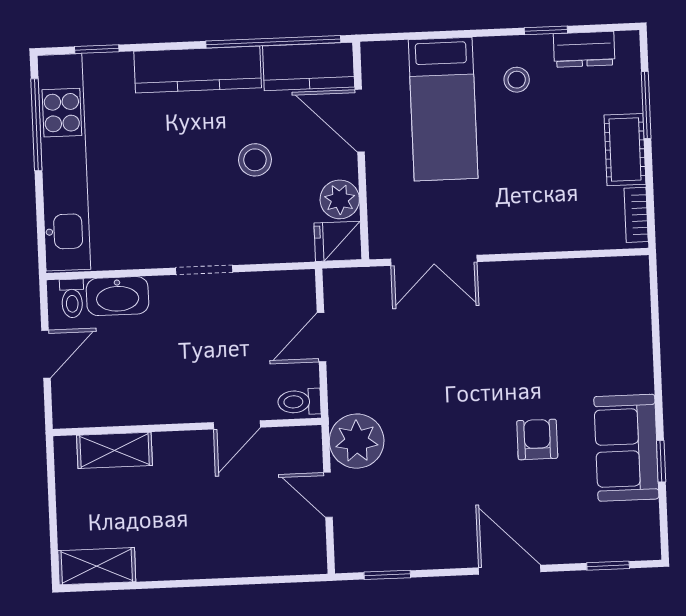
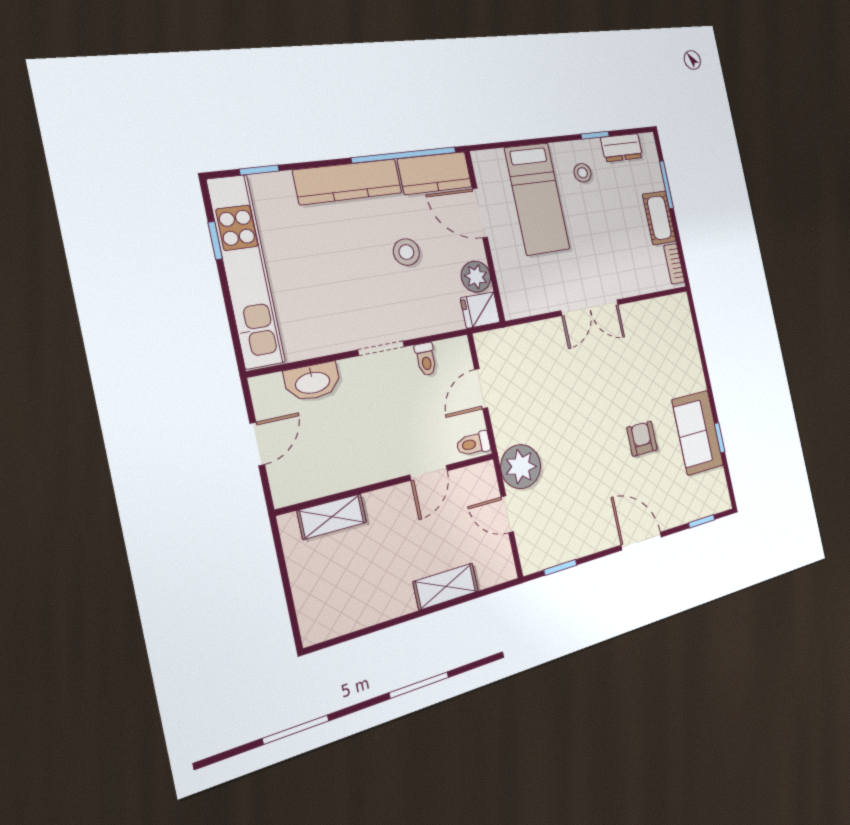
window: (36, 125) -> (215, 241), width x0.46
double door: (434, 260) -> (590, 308), moved
toilet: (72, 298) -> (426, 359), moved
shelving: (97, 566) -> (446, 586), moved

